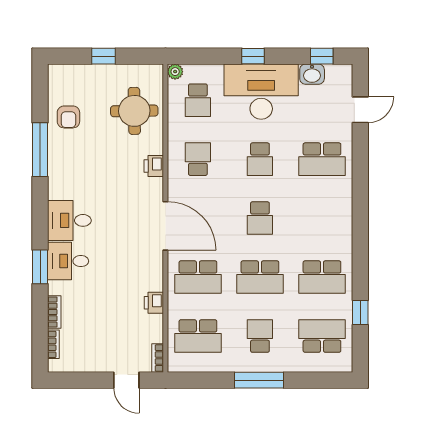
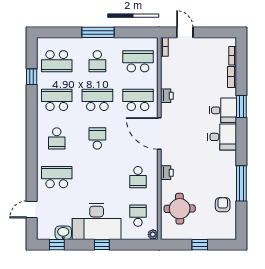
school desk: (260, 159) -> (57, 138), moved, turned 180
printer: (154, 303) -> (167, 96), moved

